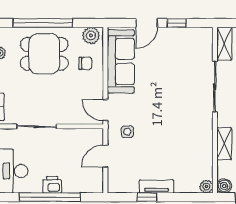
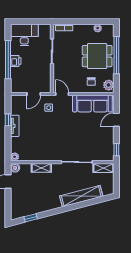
door: (147, 23) -> (116, 120), hinge flipped
window: (177, 23) -> (116, 150), moved
dining table: (44, 54) -> (97, 56), turned 90
door: (105, 110) -> (62, 94), hinge flipped
door: (105, 156) -> (34, 94), swing flipped

